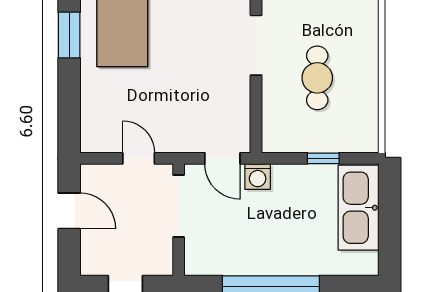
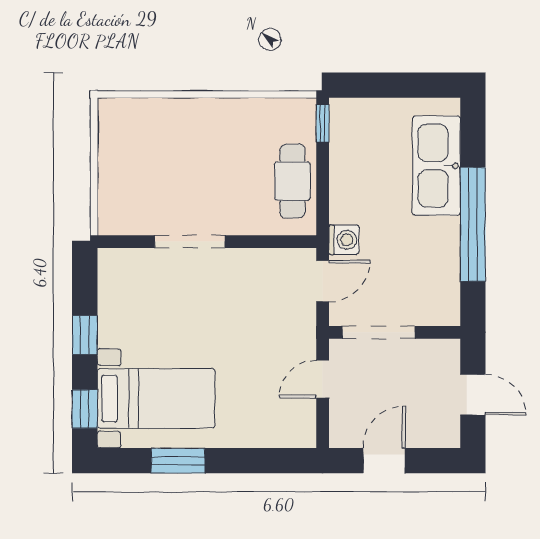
cafe table: (317, 78) -> (292, 181), moved, turned 90
window: (323, 158) -> (323, 123), moved
kitchen sink: (359, 208) -> (436, 166), moved, turned 90

